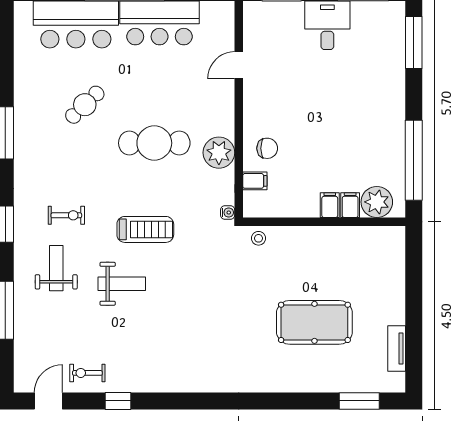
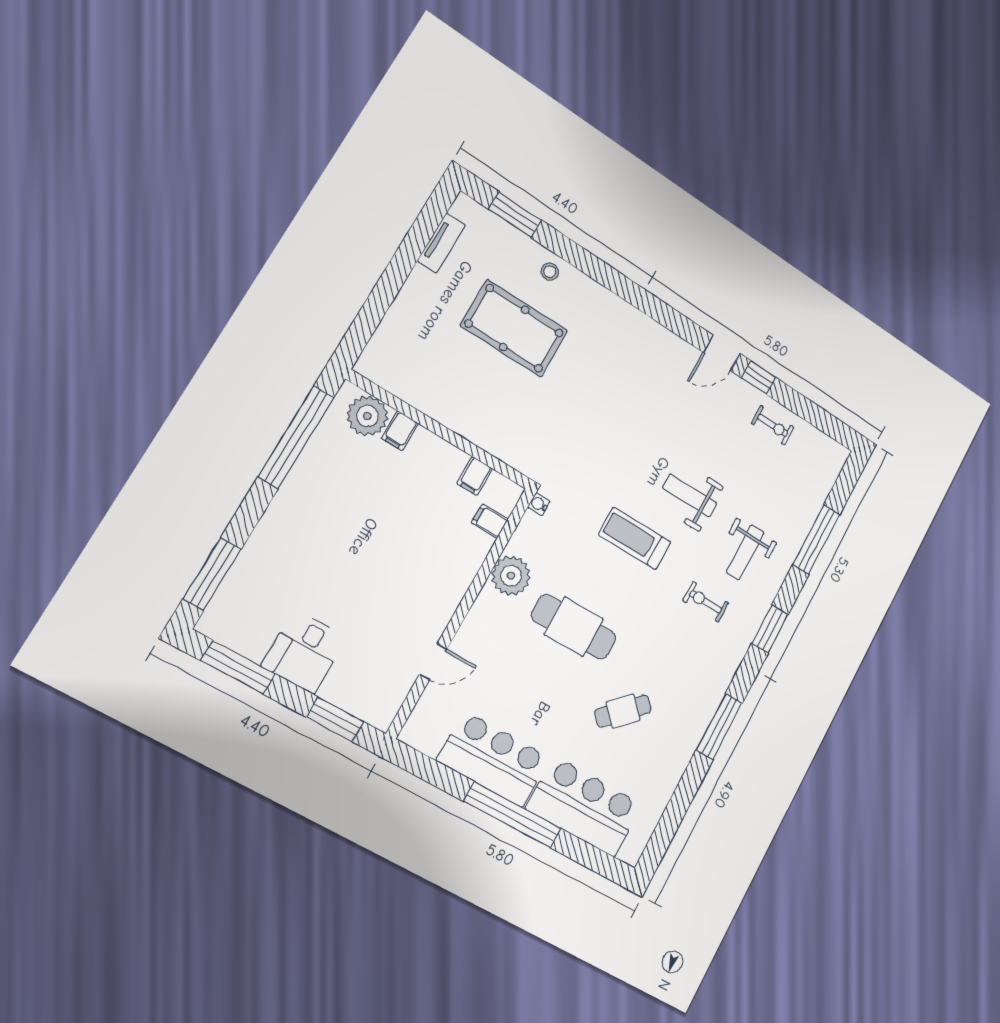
chair: (267, 148) -> (455, 549), removed
filing cabinet: (330, 205) -> (475, 476), moved
stool: (259, 238) -> (550, 272), moved
door: (48, 401) -> (722, 353), moved

